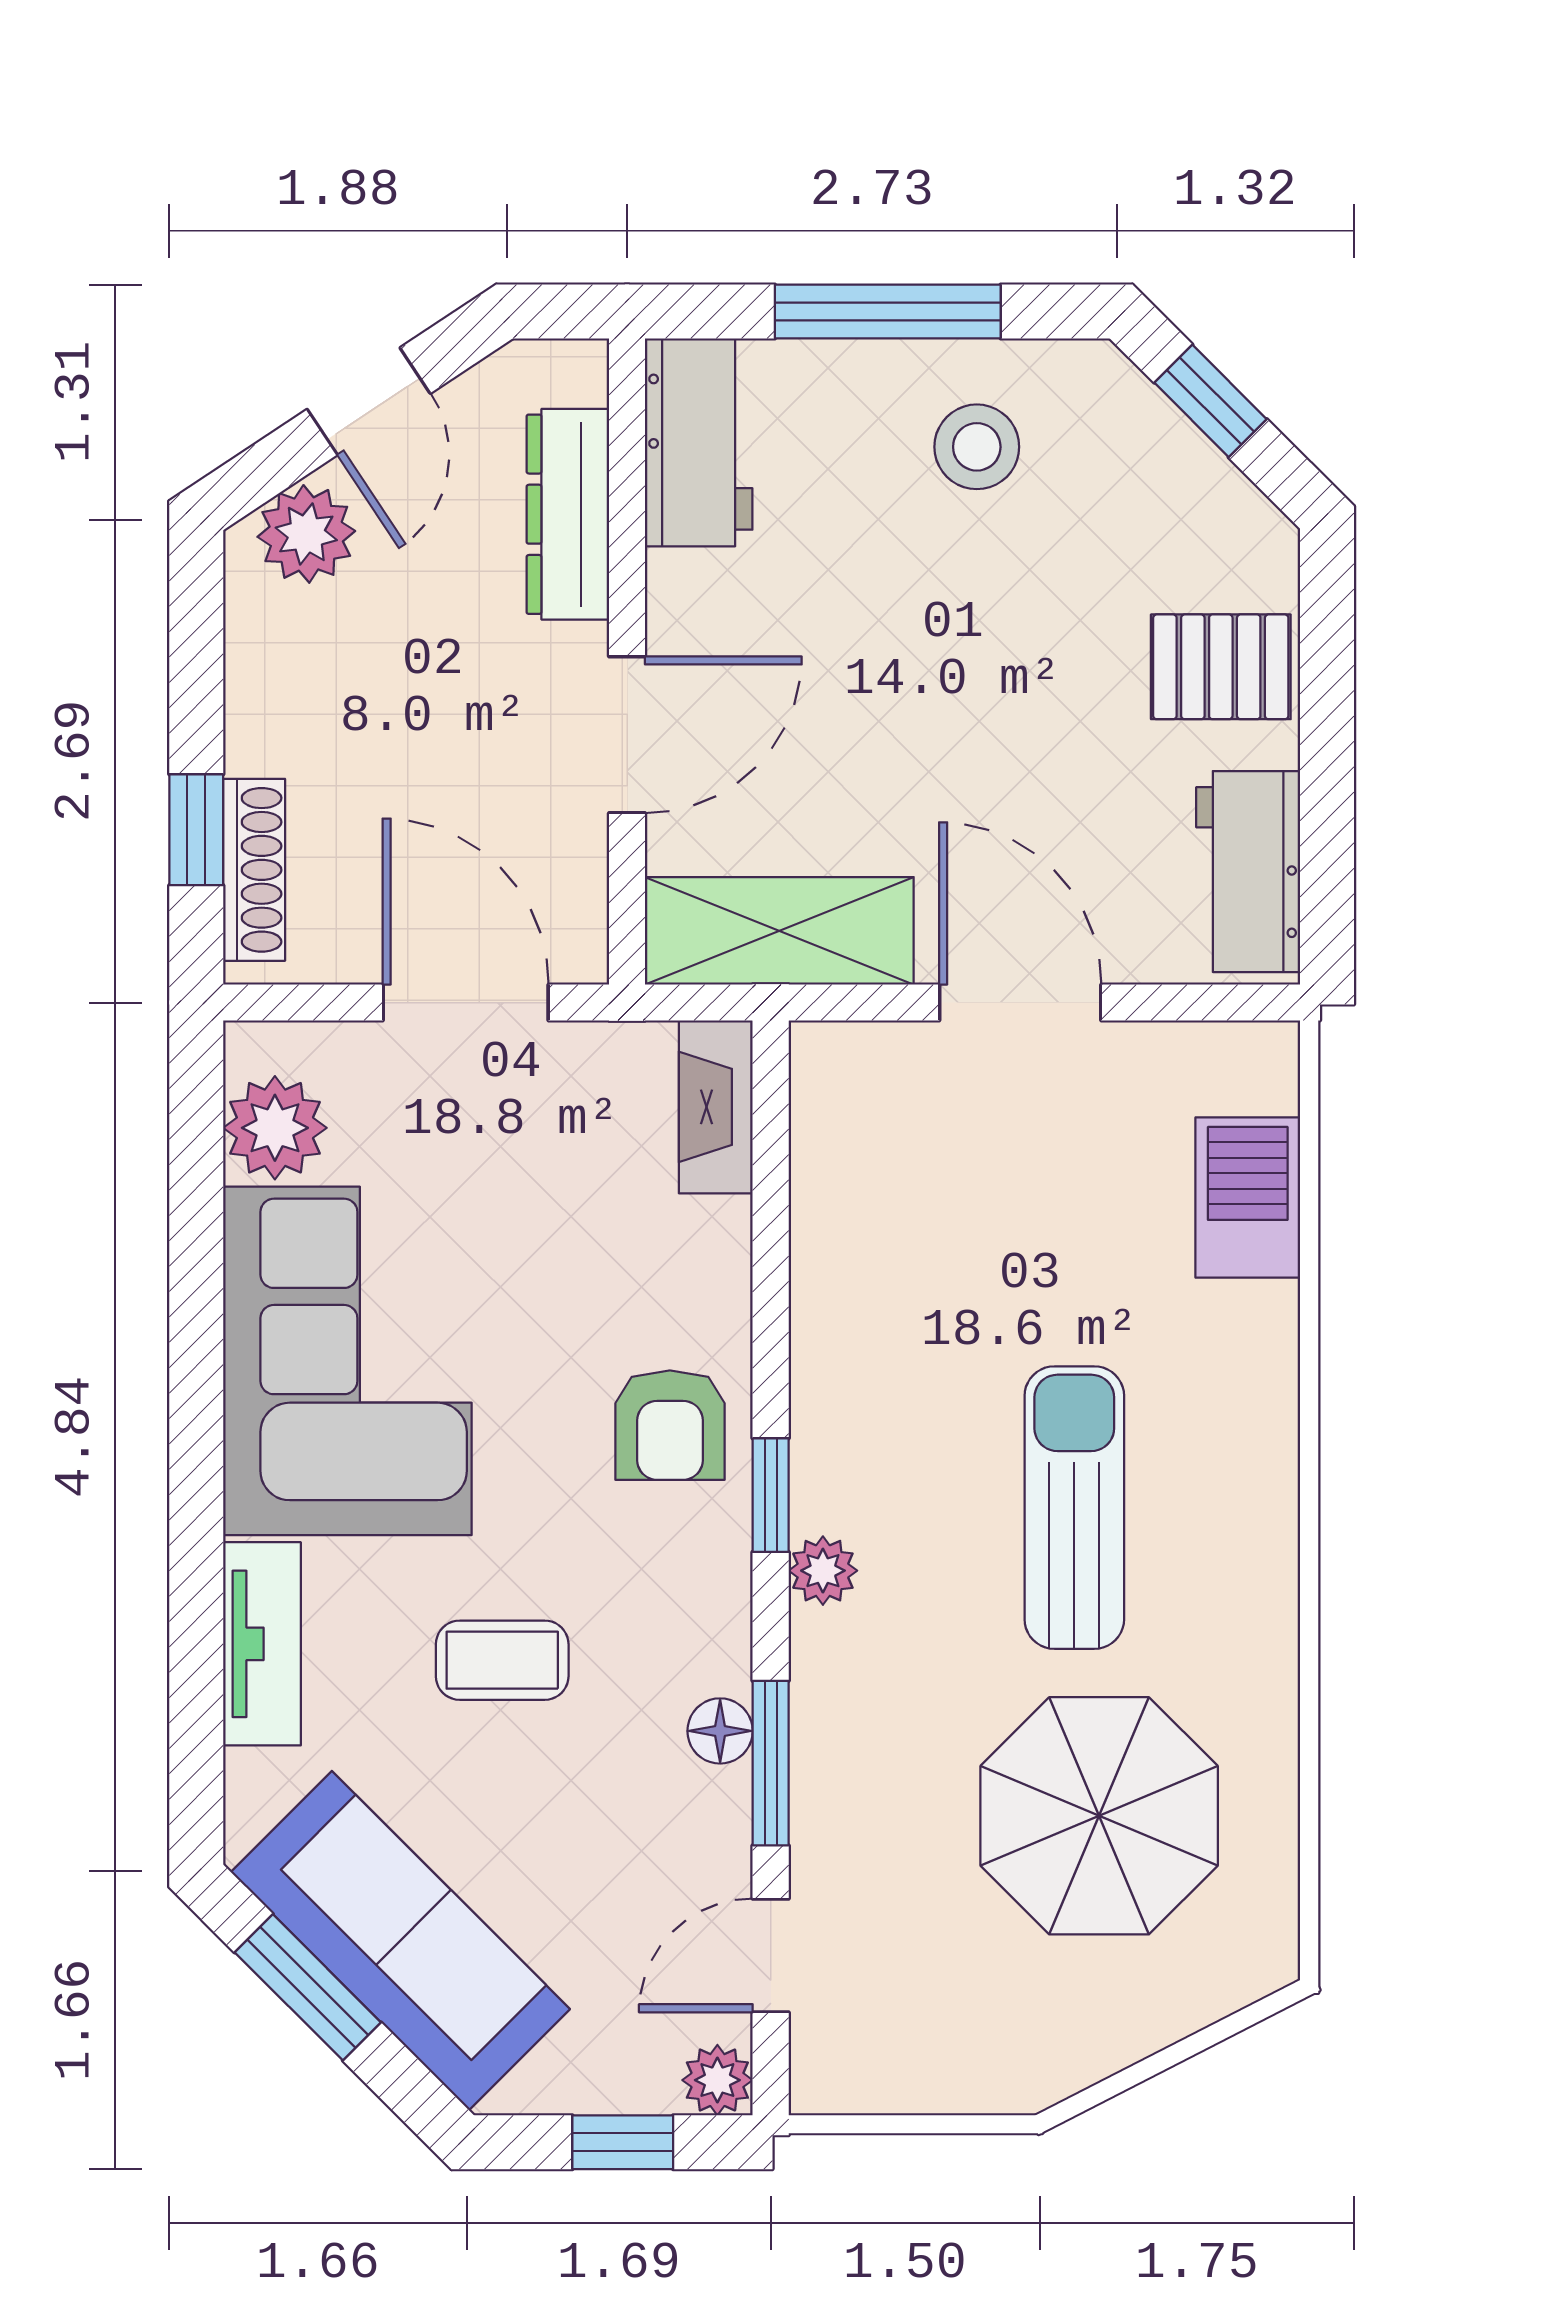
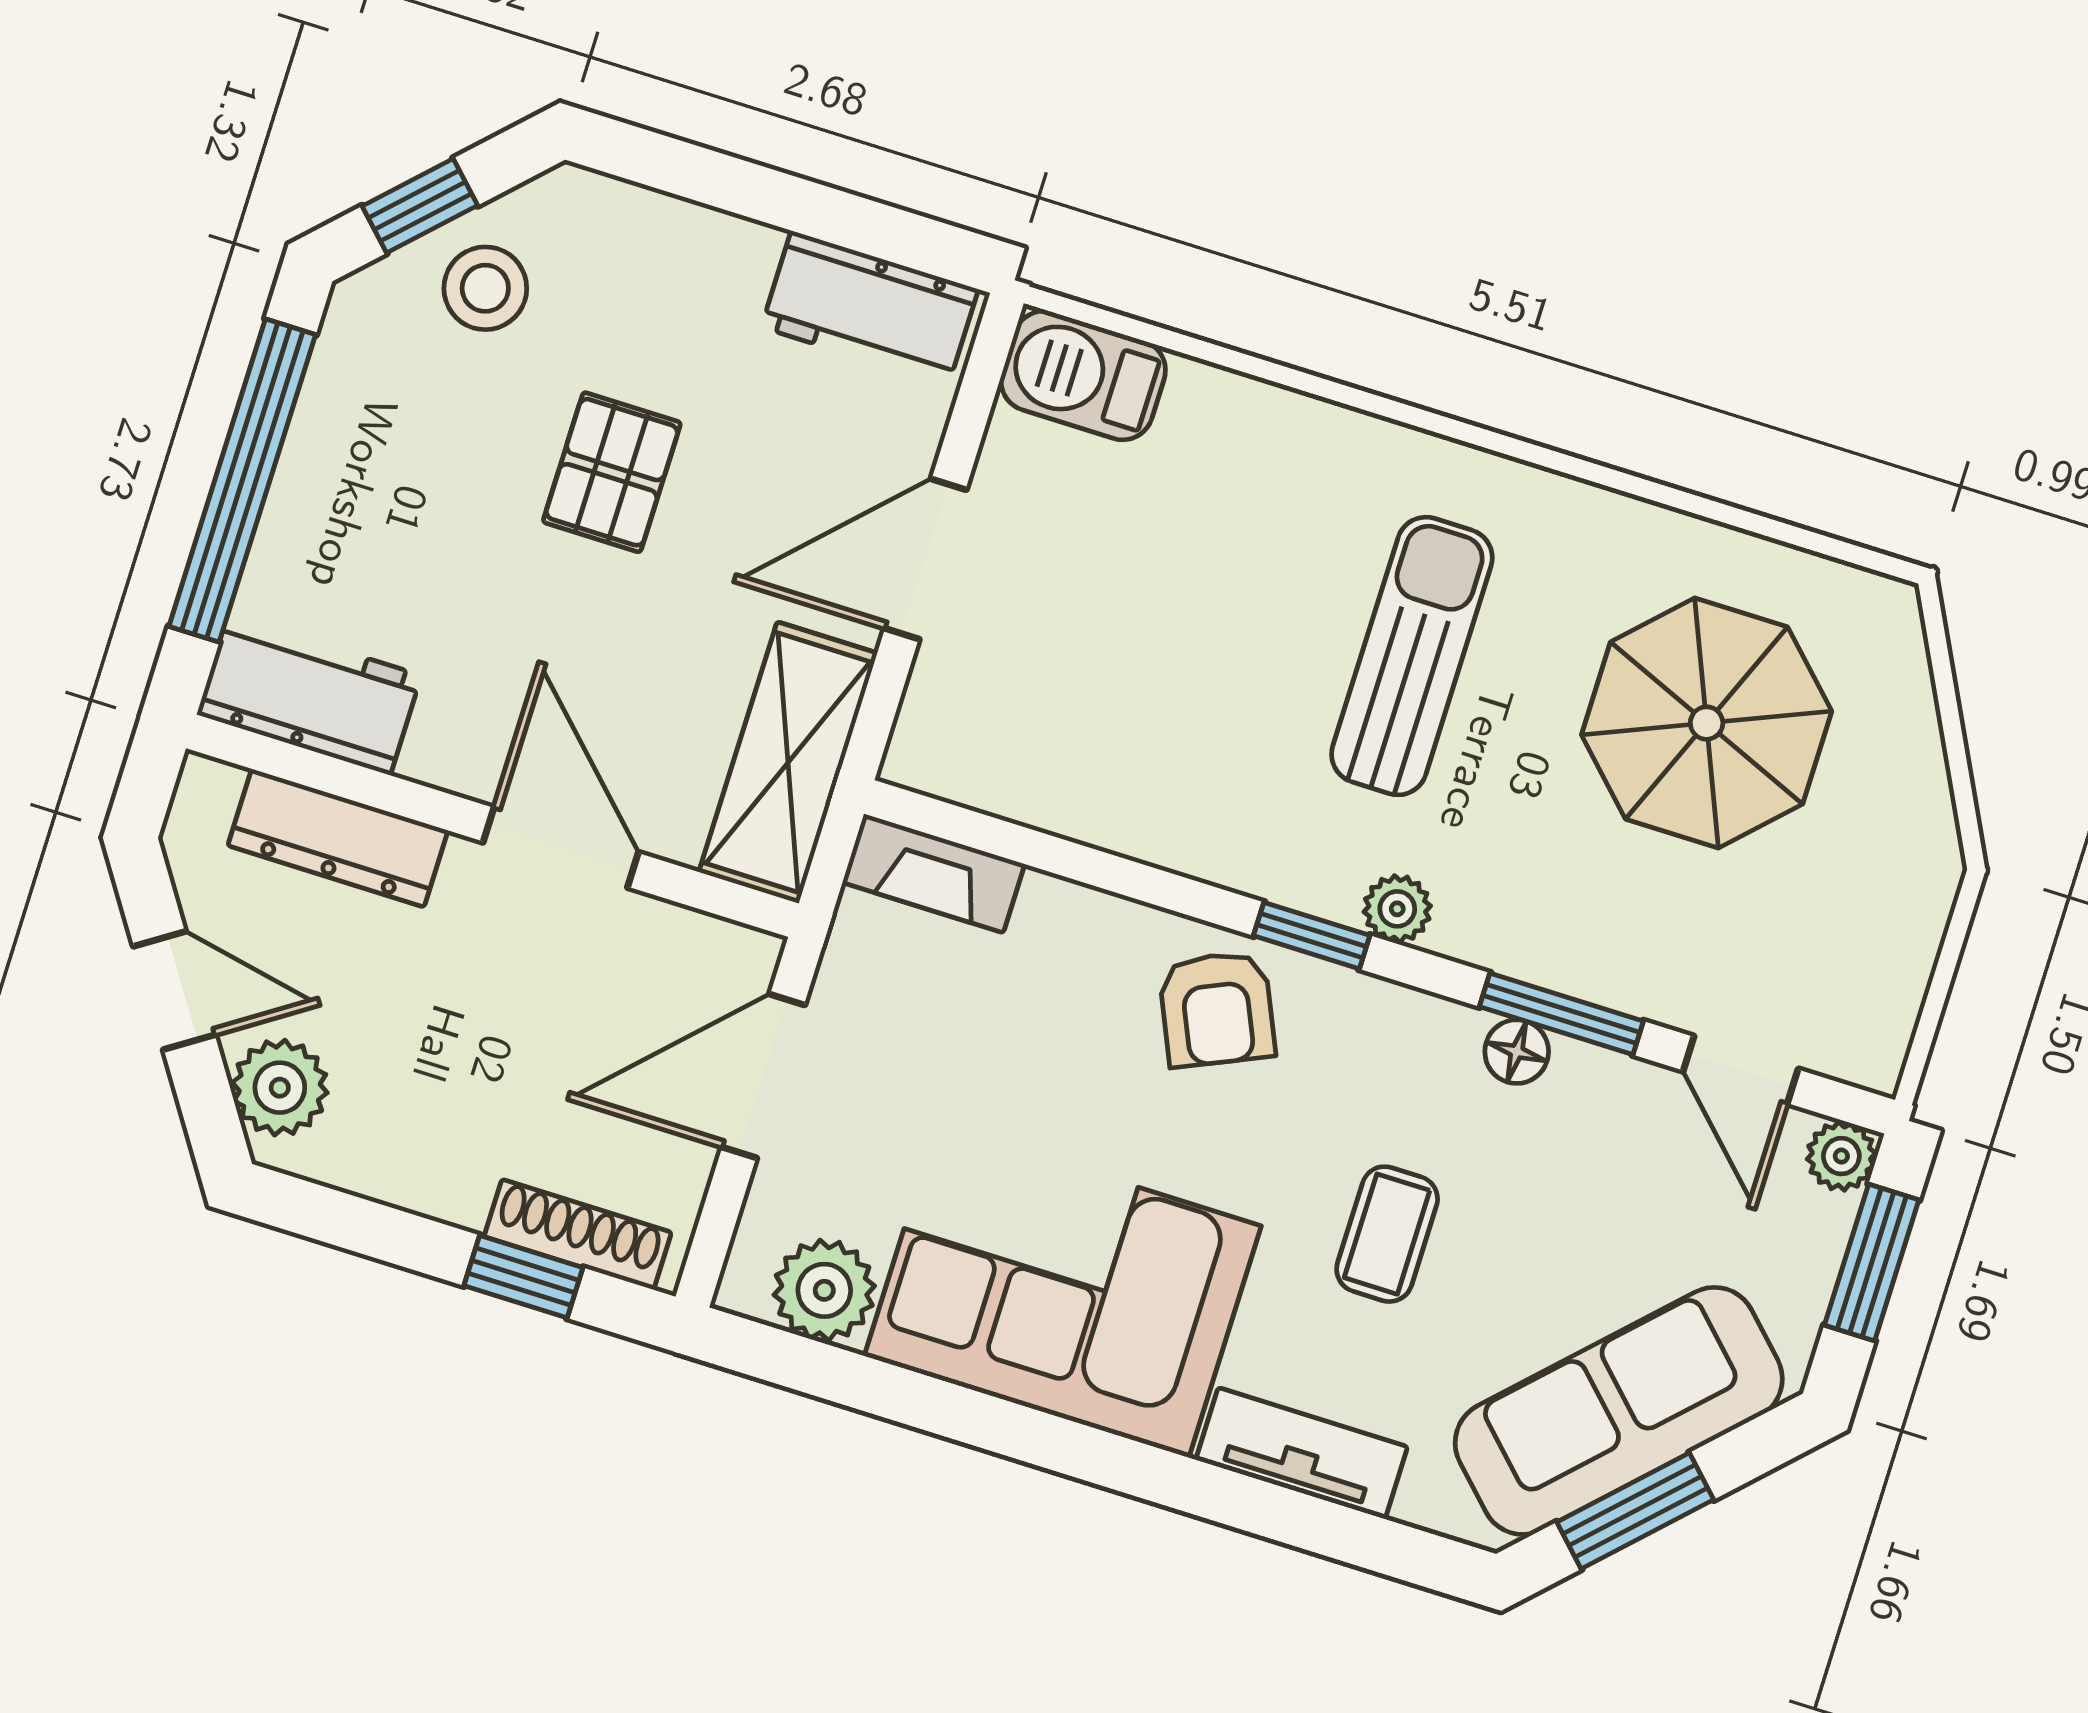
window: (888, 311) -> (242, 480), width x1.46
stool: (977, 447) -> (485, 288), moved
pallet: (1221, 667) -> (612, 472), moved
barbecue: (1248, 1198) -> (1083, 375), moved
armchair: (670, 1425) -> (1217, 1009), turned 66
sun lounger: (1074, 1508) -> (1412, 656), turned 90
window: (623, 2142) -> (1872, 1262), width x1.50

